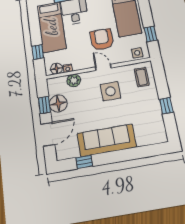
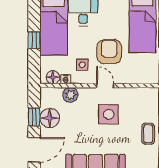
window: (38, 52) -> (34, 40), moved
side table: (137, 53) -> (82, 65), moved
coffee table: (142, 77) -> (148, 134), moved

